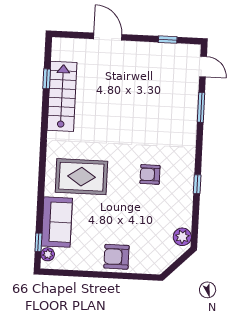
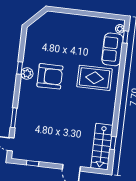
stairs: (62, 96) -> (102, 147), moved
armchair: (150, 174) -> (50, 76), width x1.88, depth x1.88
plant: (182, 237) -> (27, 73), moved
armchair: (116, 257) -> (75, 24), removed

